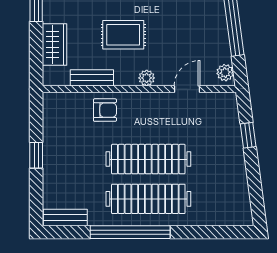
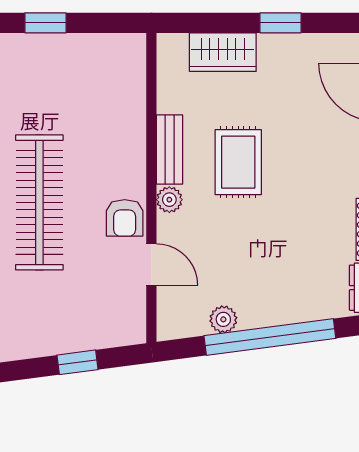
plant: (225, 73) -> (223, 319), moved
bench: (92, 78) -> (170, 149), moved
armchair: (105, 110) -> (125, 218), moved

